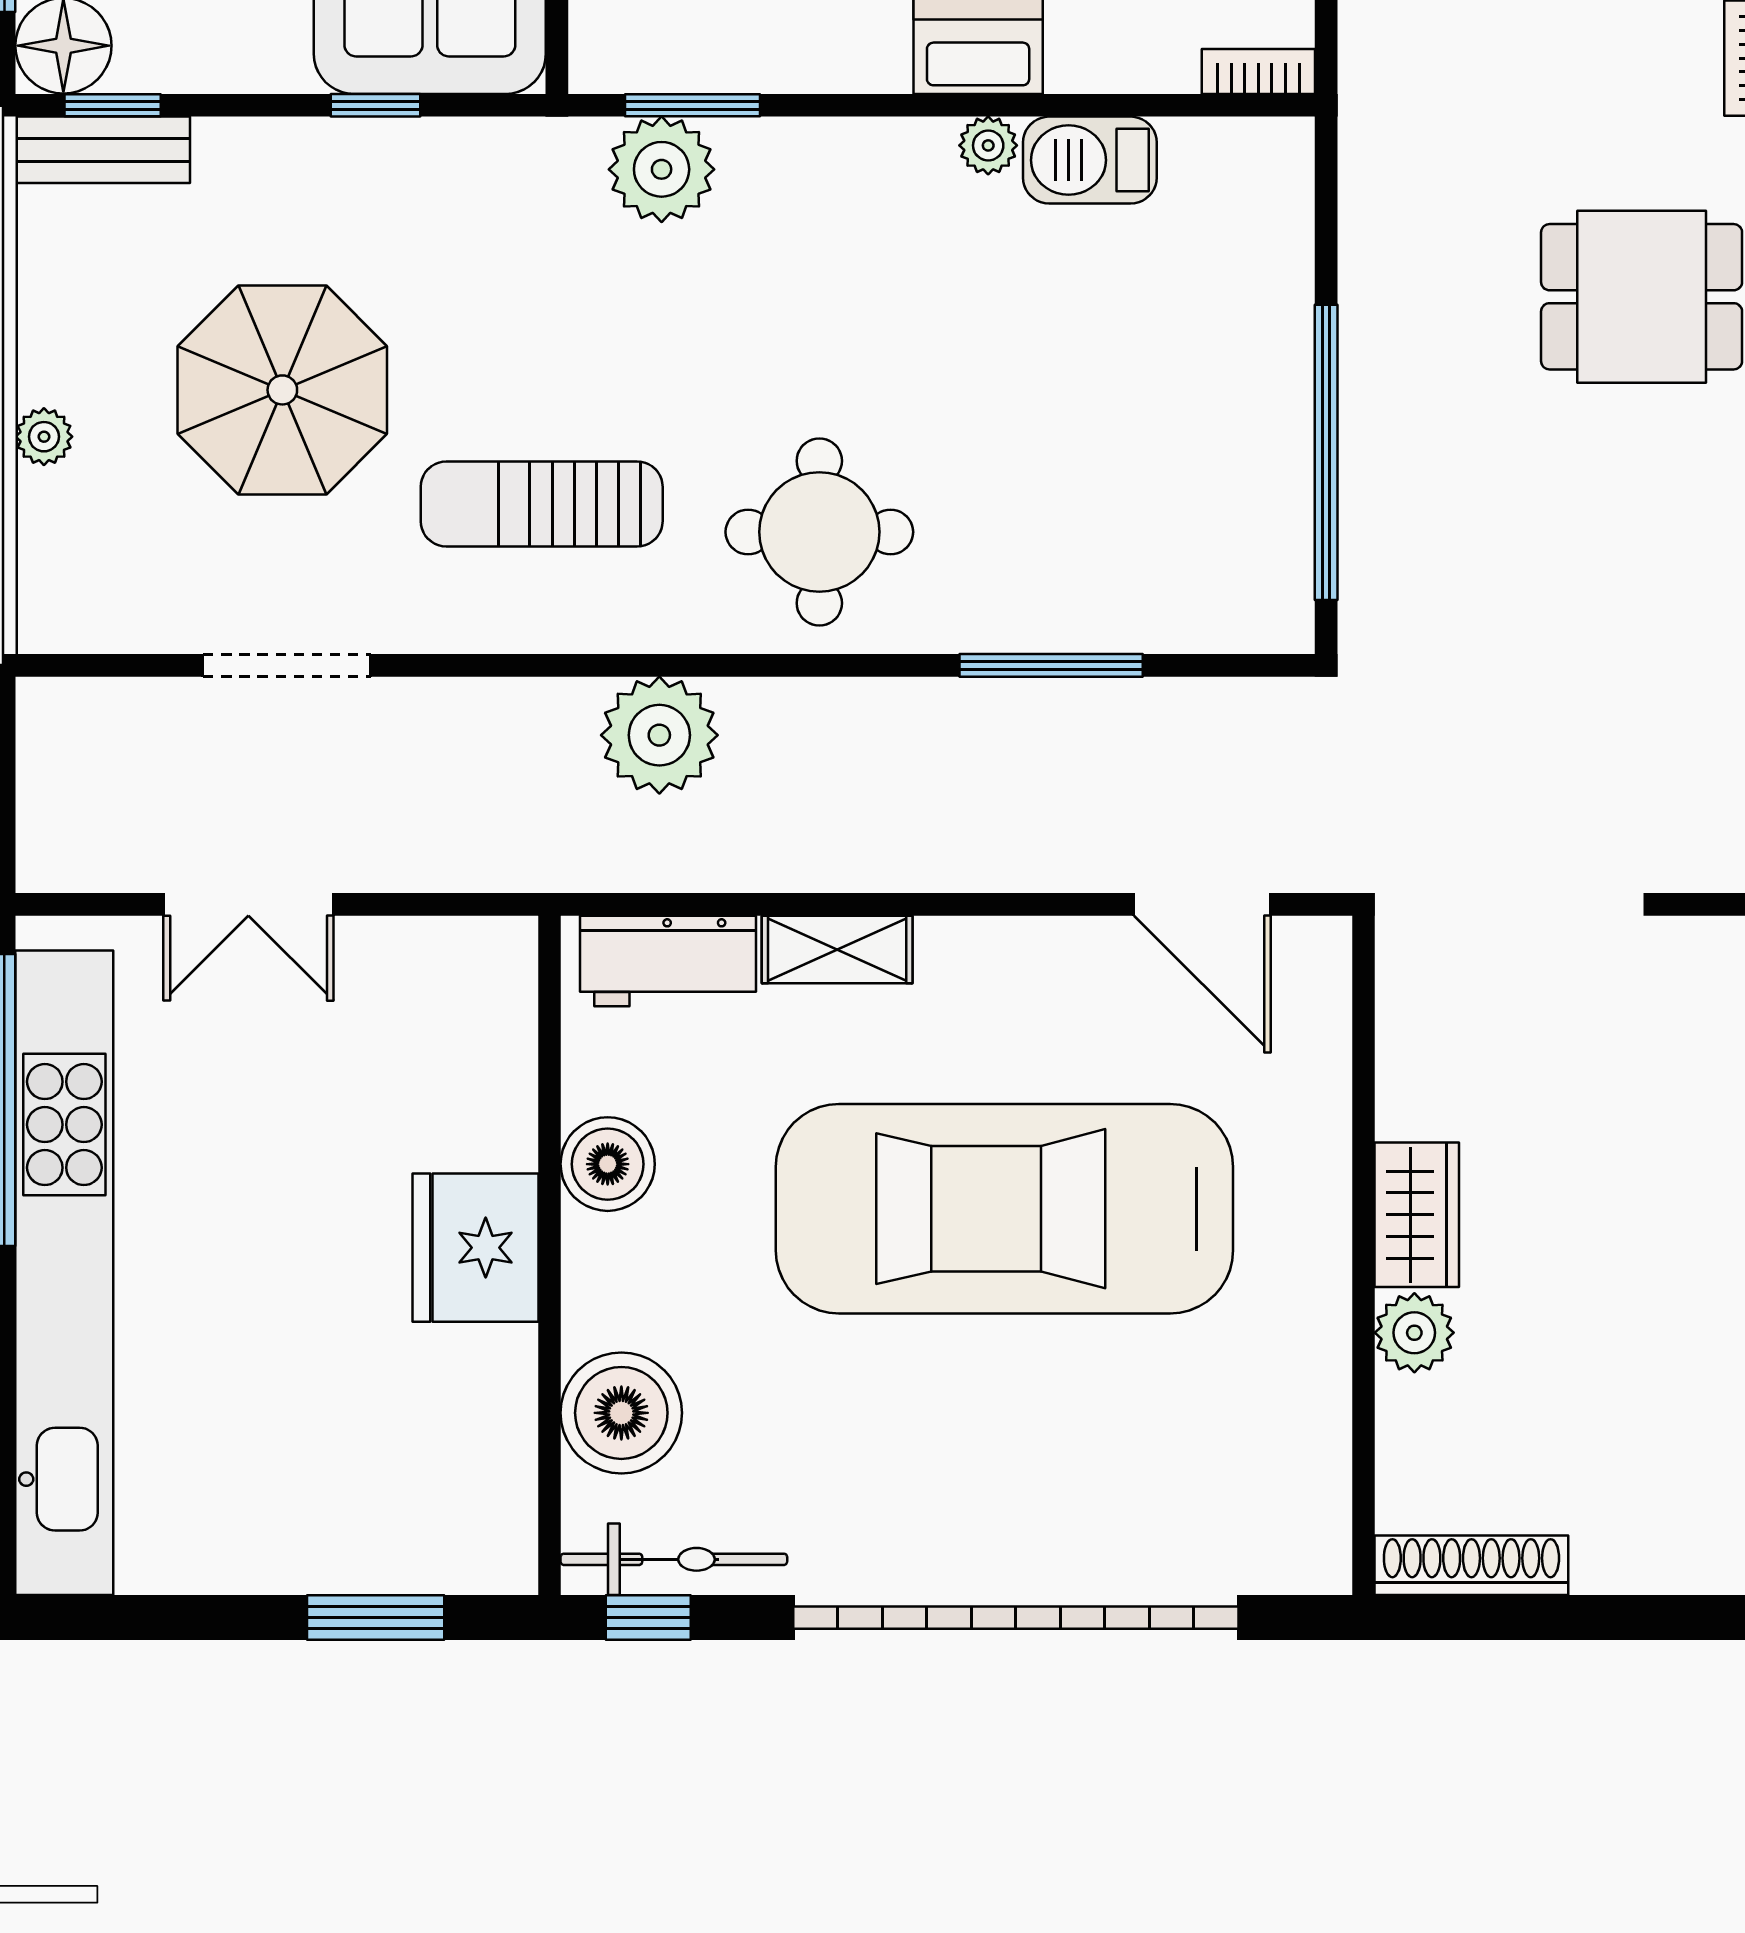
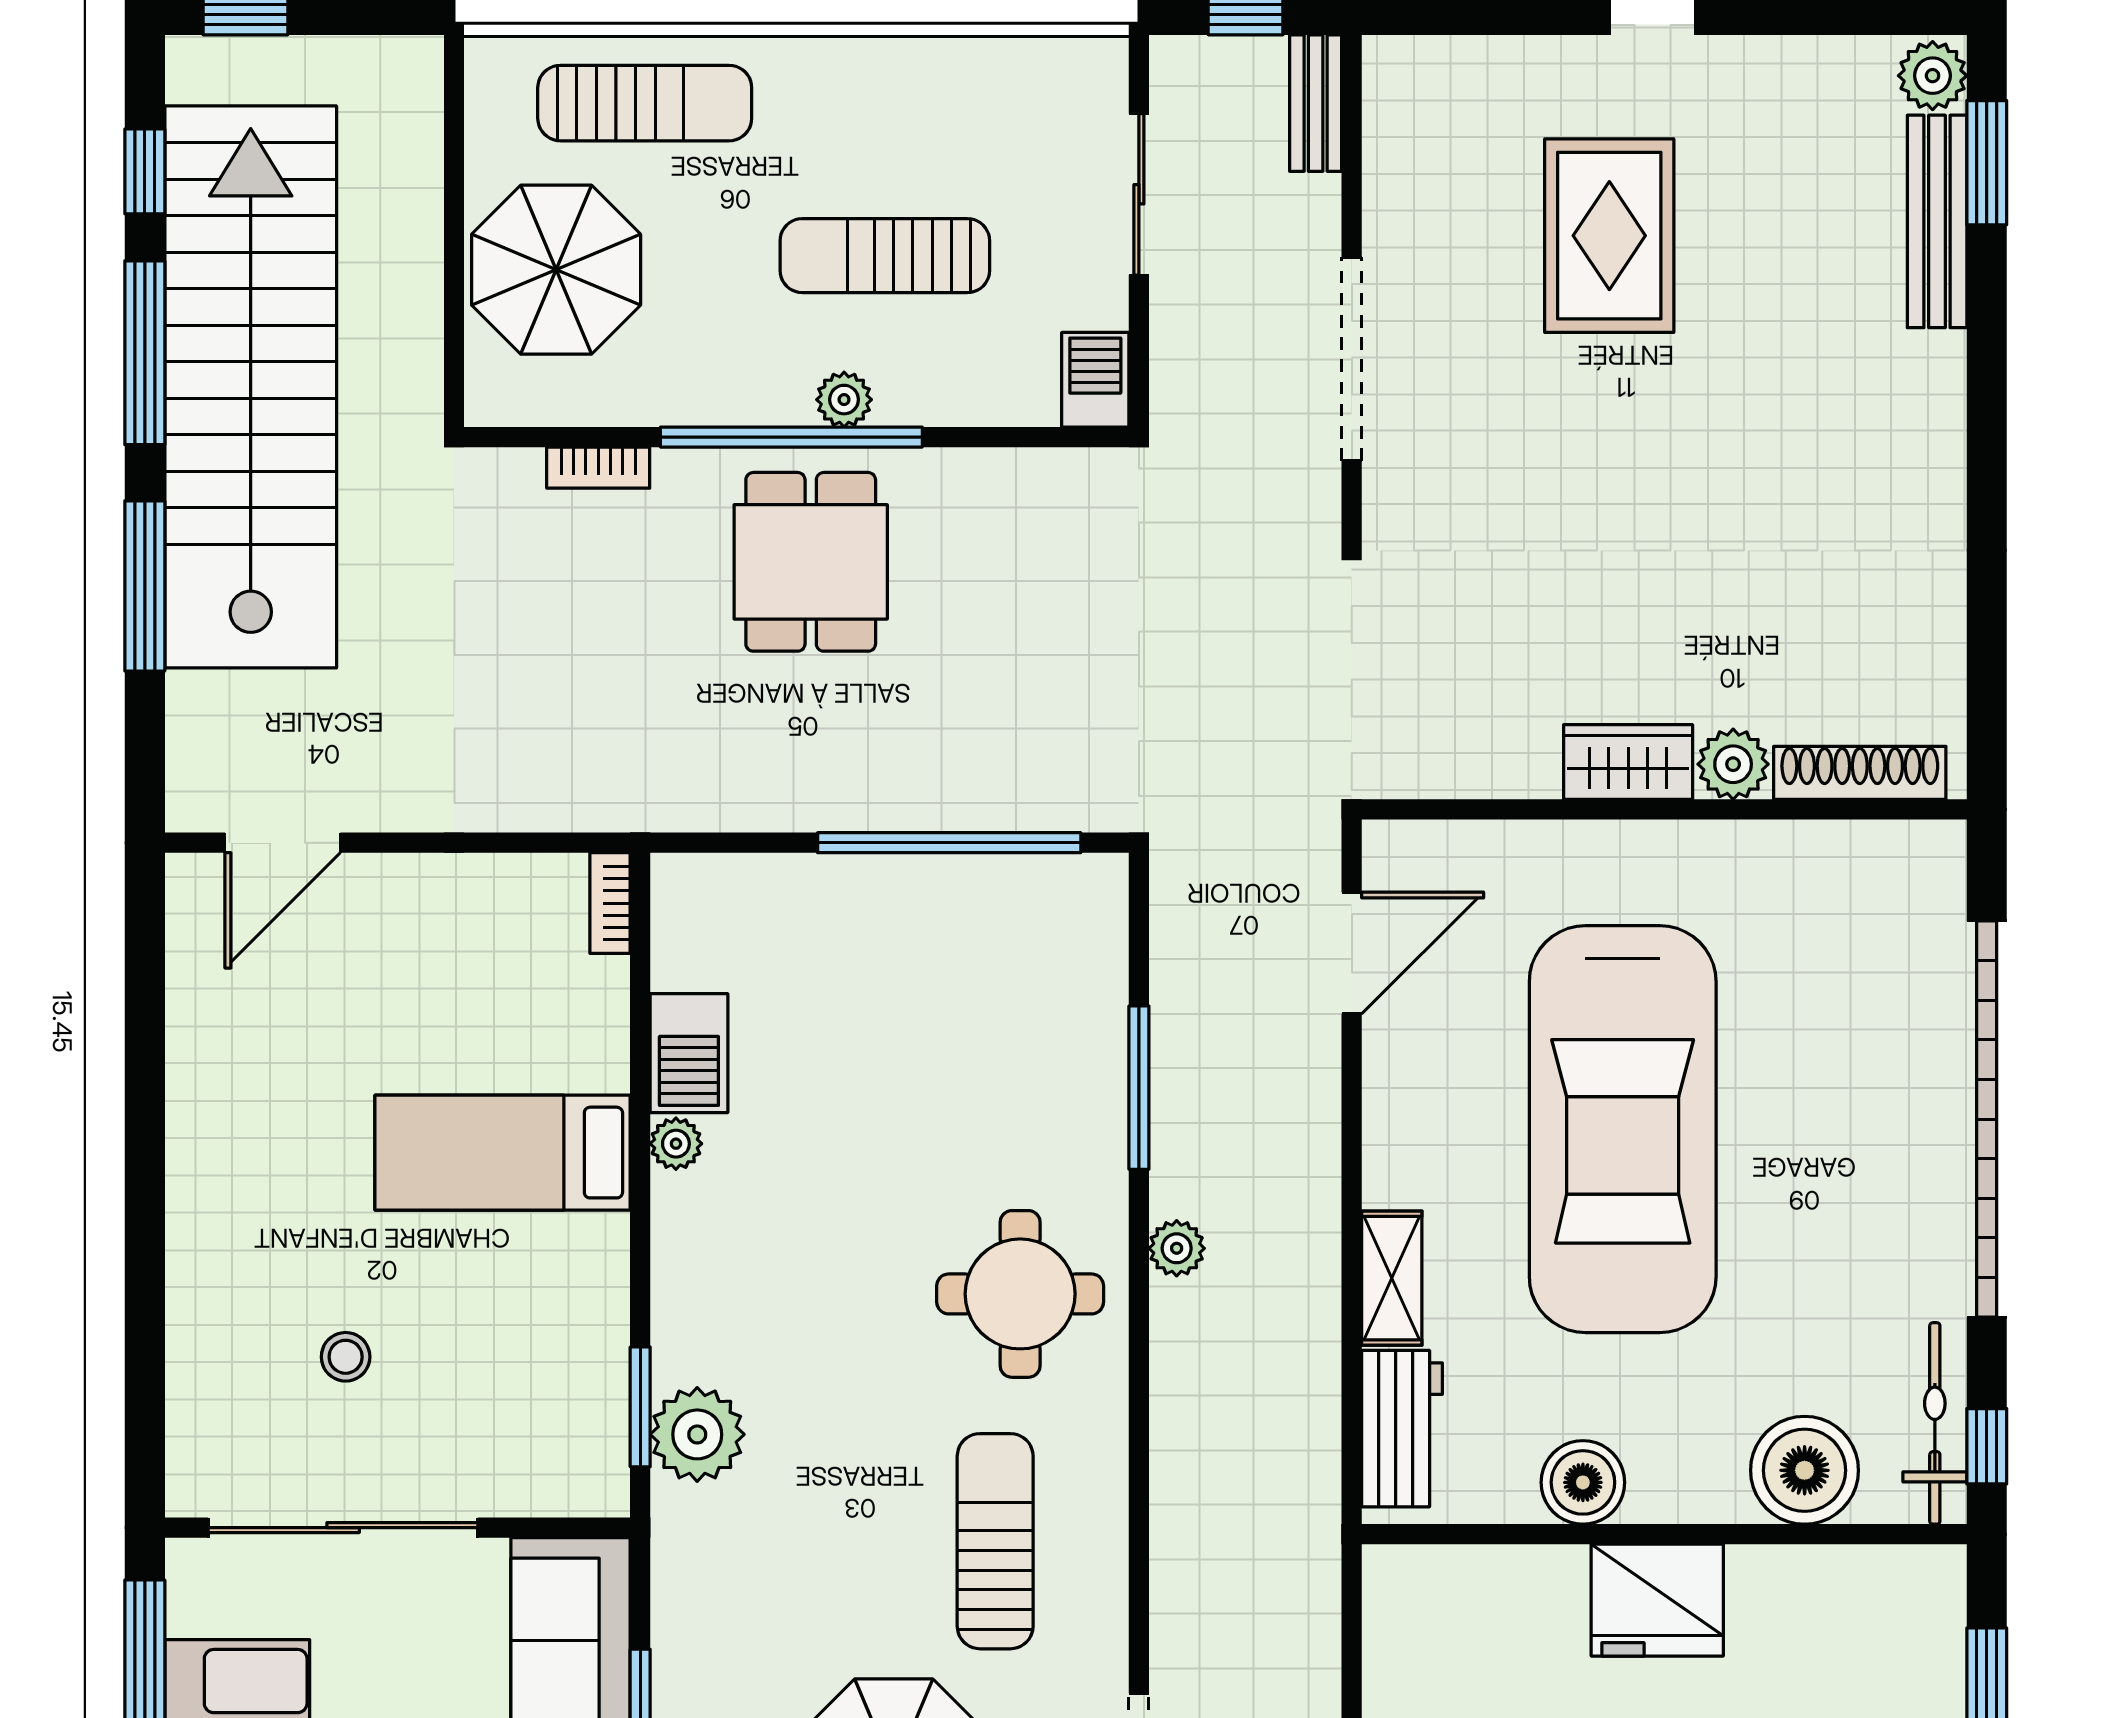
sun lounger: (542, 504) -> (995, 1541), turned 180
plant: (659, 735) -> (1177, 1248), moved, width x0.53, depth x0.53
shoe rack: (1471, 1565) -> (1860, 773), moved, turned 90

